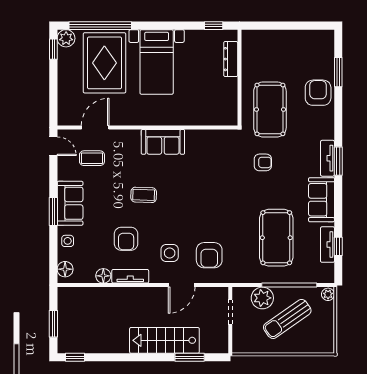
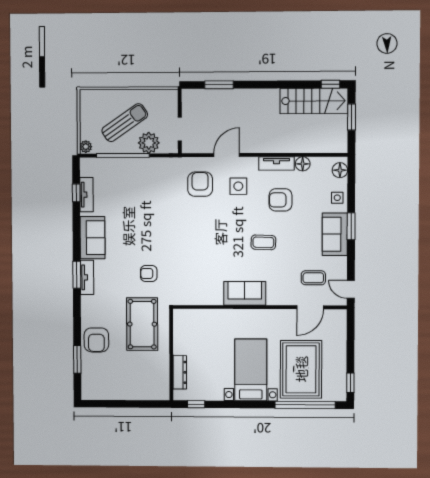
plant: (66, 38) -> (338, 393), removed
pool table: (276, 238) -> (136, 201), removed
armchair: (126, 239) -> (280, 200), turned -90
stairs: (164, 340) -> (314, 101), moved

